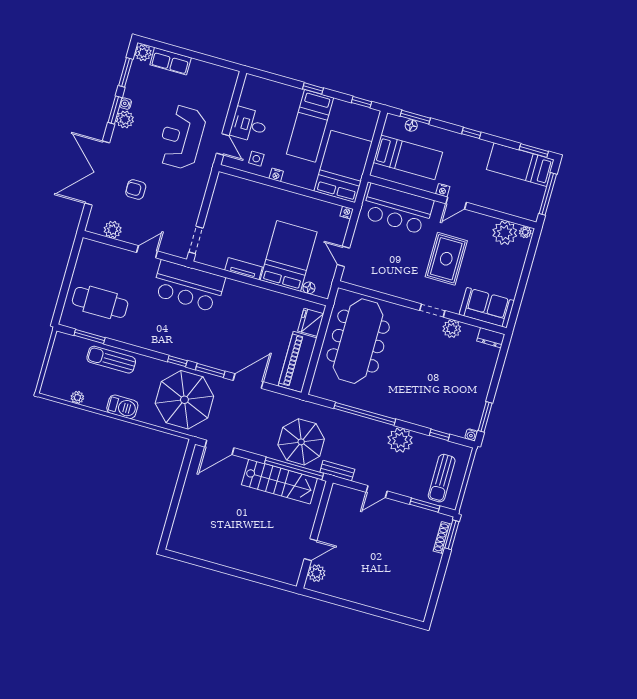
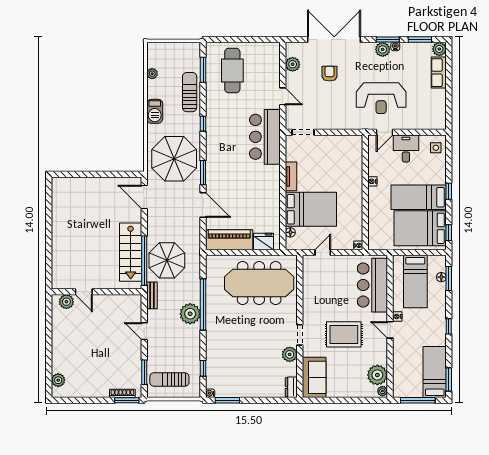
reception desk: (182, 137) -> (381, 98), turned 180
side table: (256, 159) -> (436, 148), moved
bed: (343, 166) -> (420, 228), moved, turned 180
window: (177, 361) -> (203, 124), moved
plant: (400, 440) -> (190, 314), moved
plant: (406, 609) -> (58, 380), added

